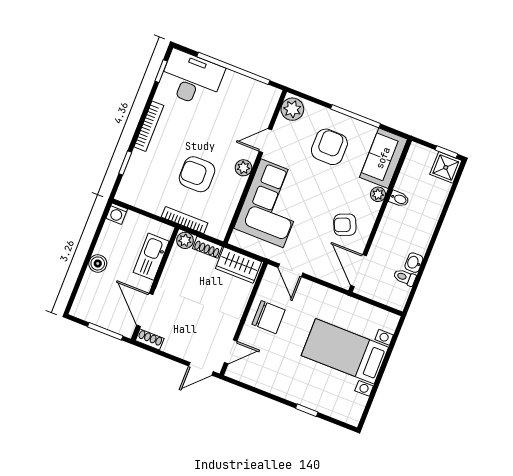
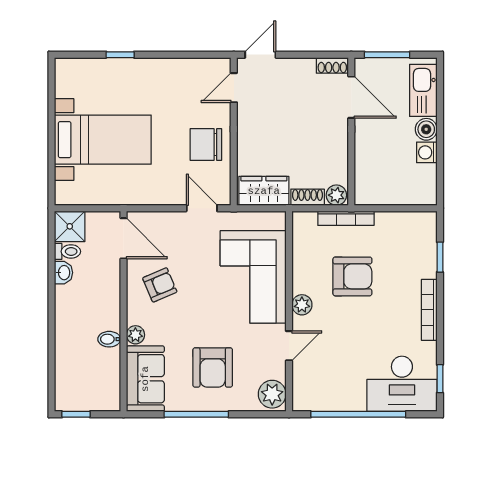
shower: (446, 167) -> (70, 226), moved
washing machine: (117, 214) -> (427, 152), moved, turned -90
kitchen sink: (151, 257) -> (423, 90), moved, turned 180

